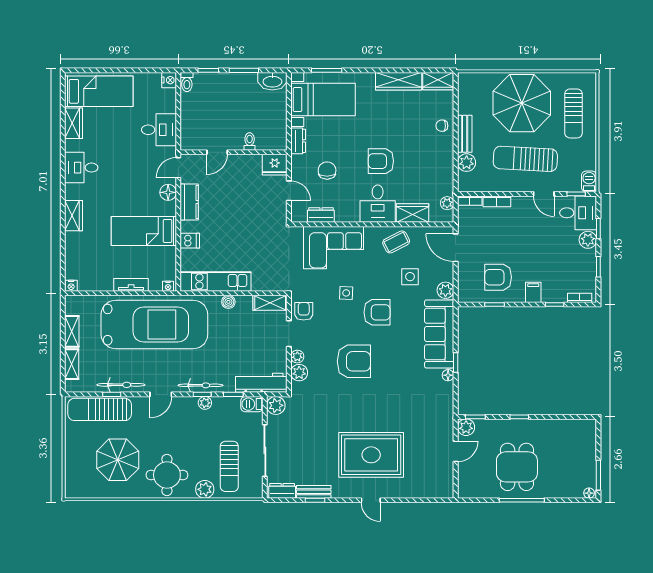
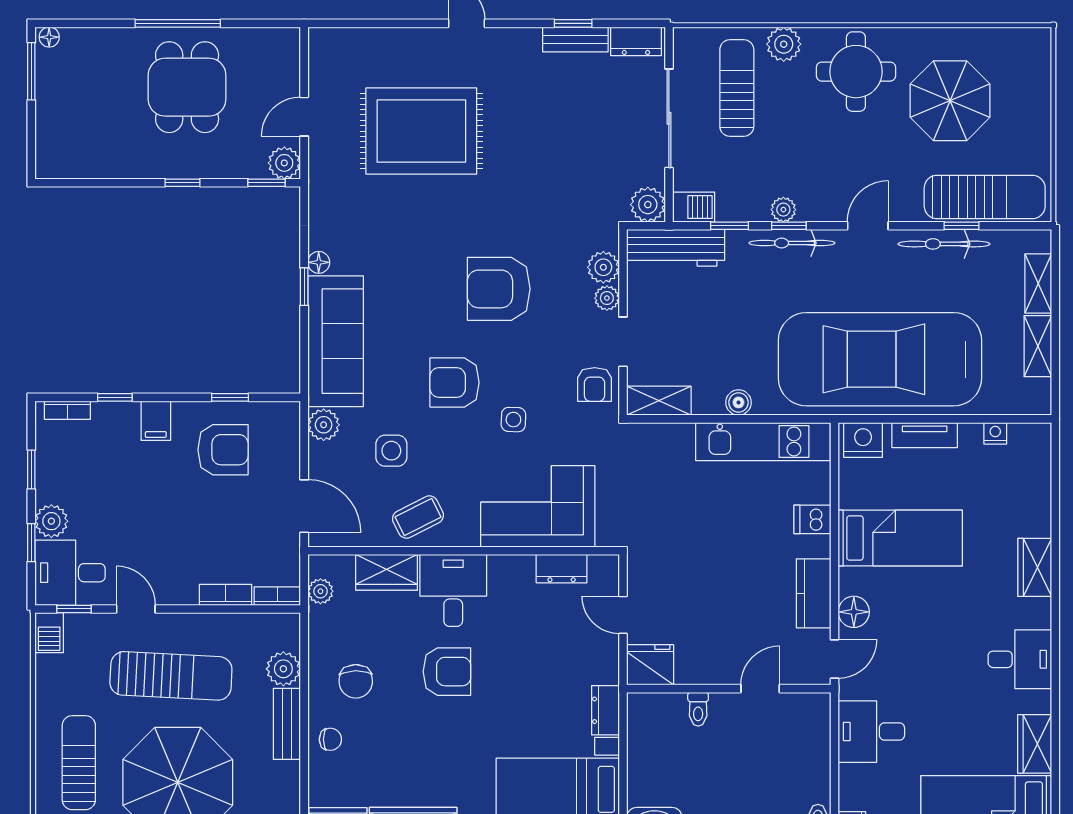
chair: (327, 171) -> (356, 681), moved
nightstand: (71, 286) -> (995, 433), moved
nightstand: (168, 286) -> (863, 440), width x1.89, depth x1.79
rug: (371, 455) -> (421, 131), moved

